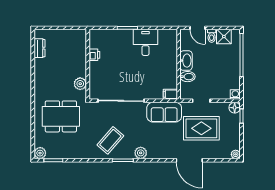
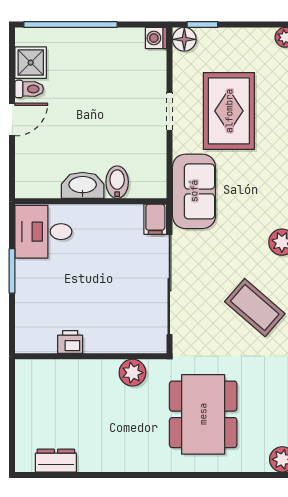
washbasin: (186, 61) -> (83, 185), moved
wall: (179, 64) -> (91, 201), moved
bidet: (188, 77) -> (117, 182), moved
filing cabinet: (170, 94) -> (155, 219), moved

